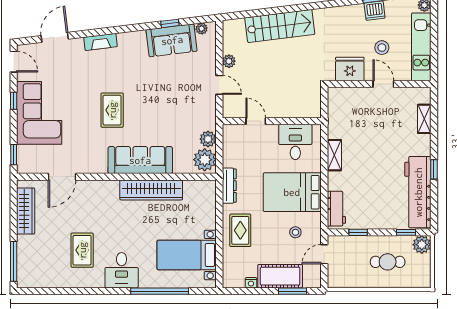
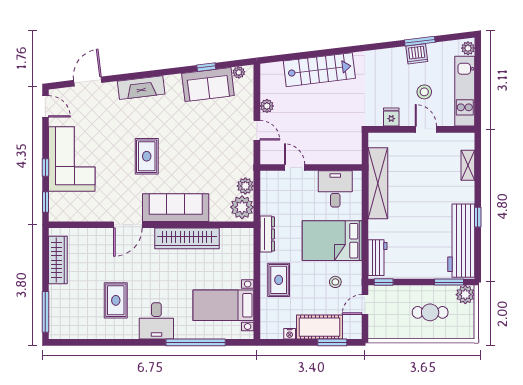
fireplace: (100, 42) -> (141, 88), width x1.37, depth x1.32
fridge: (350, 69) -> (391, 117), width x0.53, depth x0.75
window: (14, 101) -> (45, 167), moved
shelving: (334, 155) -> (378, 183), width x2.20, depth x1.33
door: (62, 177) -> (128, 225), moved
window: (358, 232) -> (384, 282), moved
window: (406, 232) -> (449, 282), width x1.50

